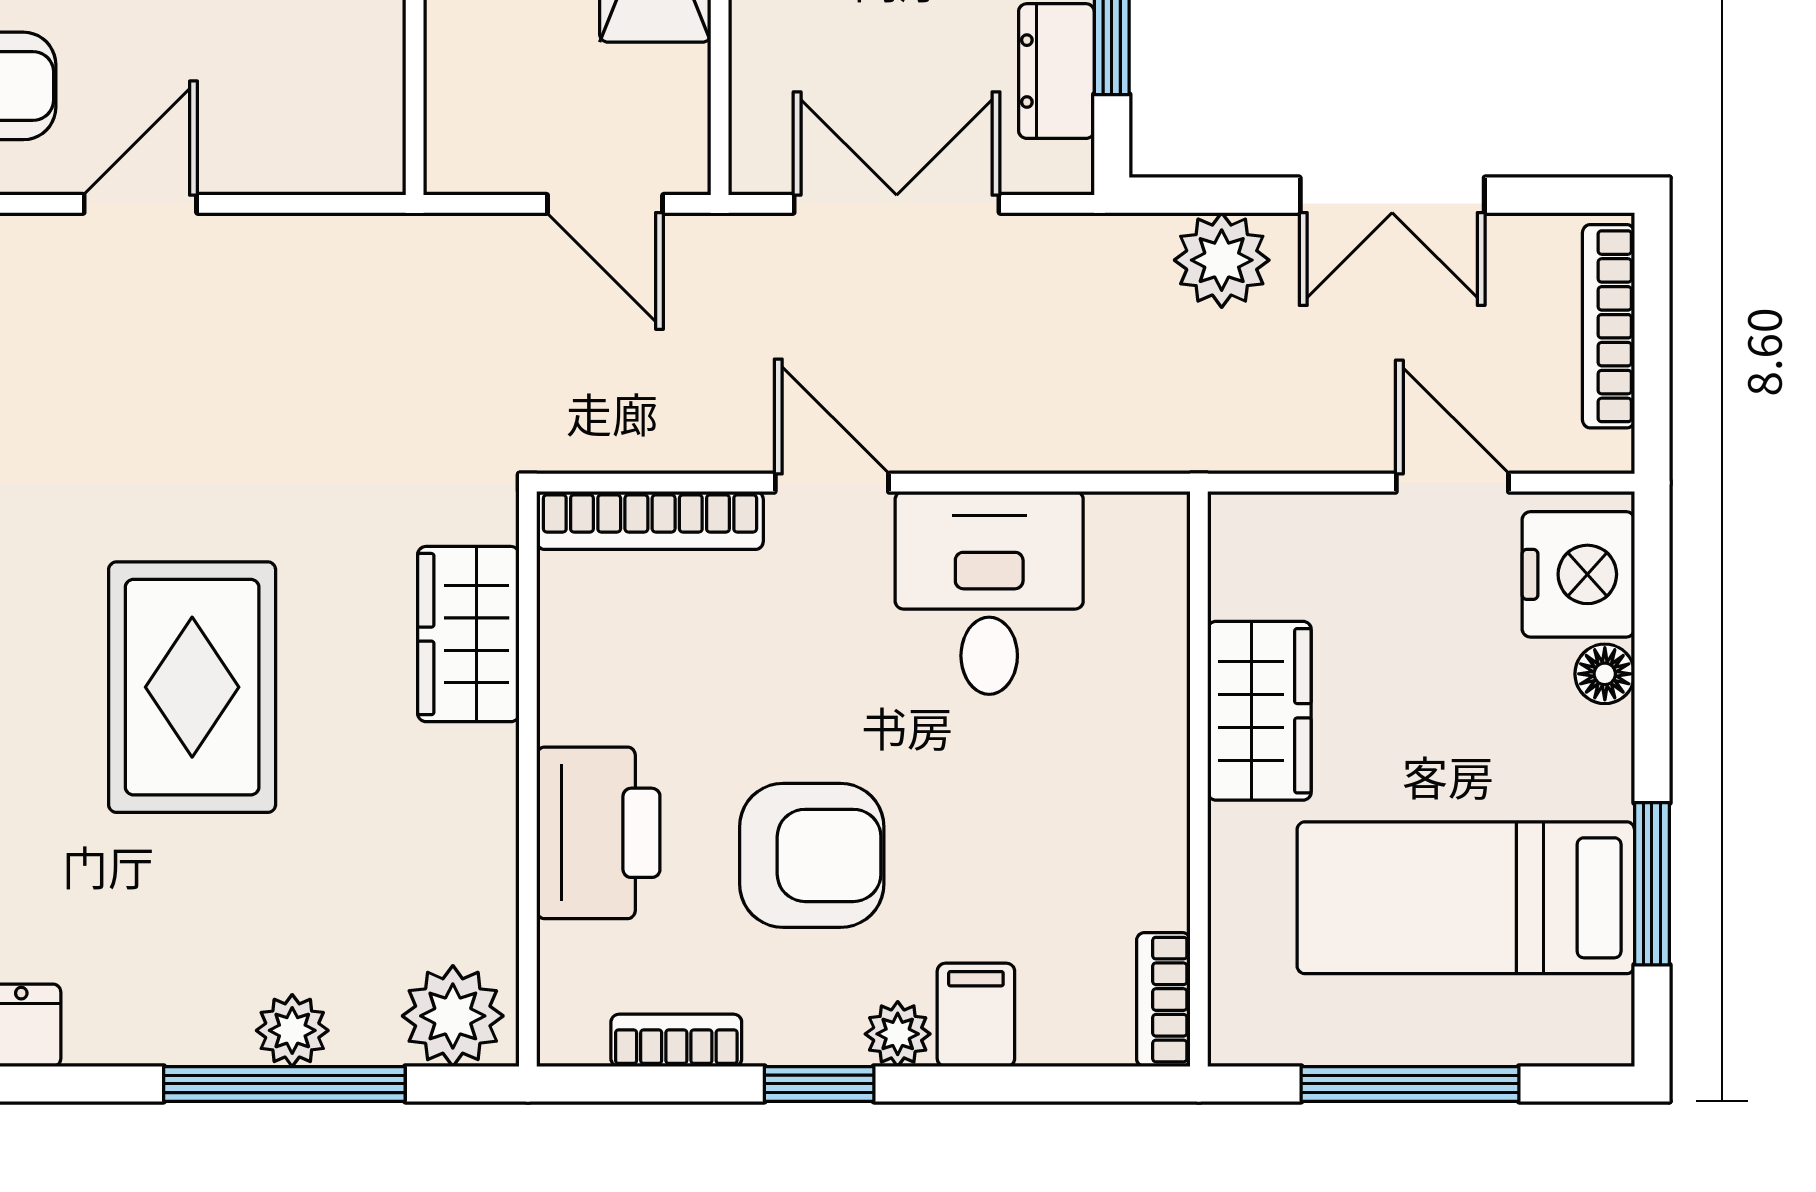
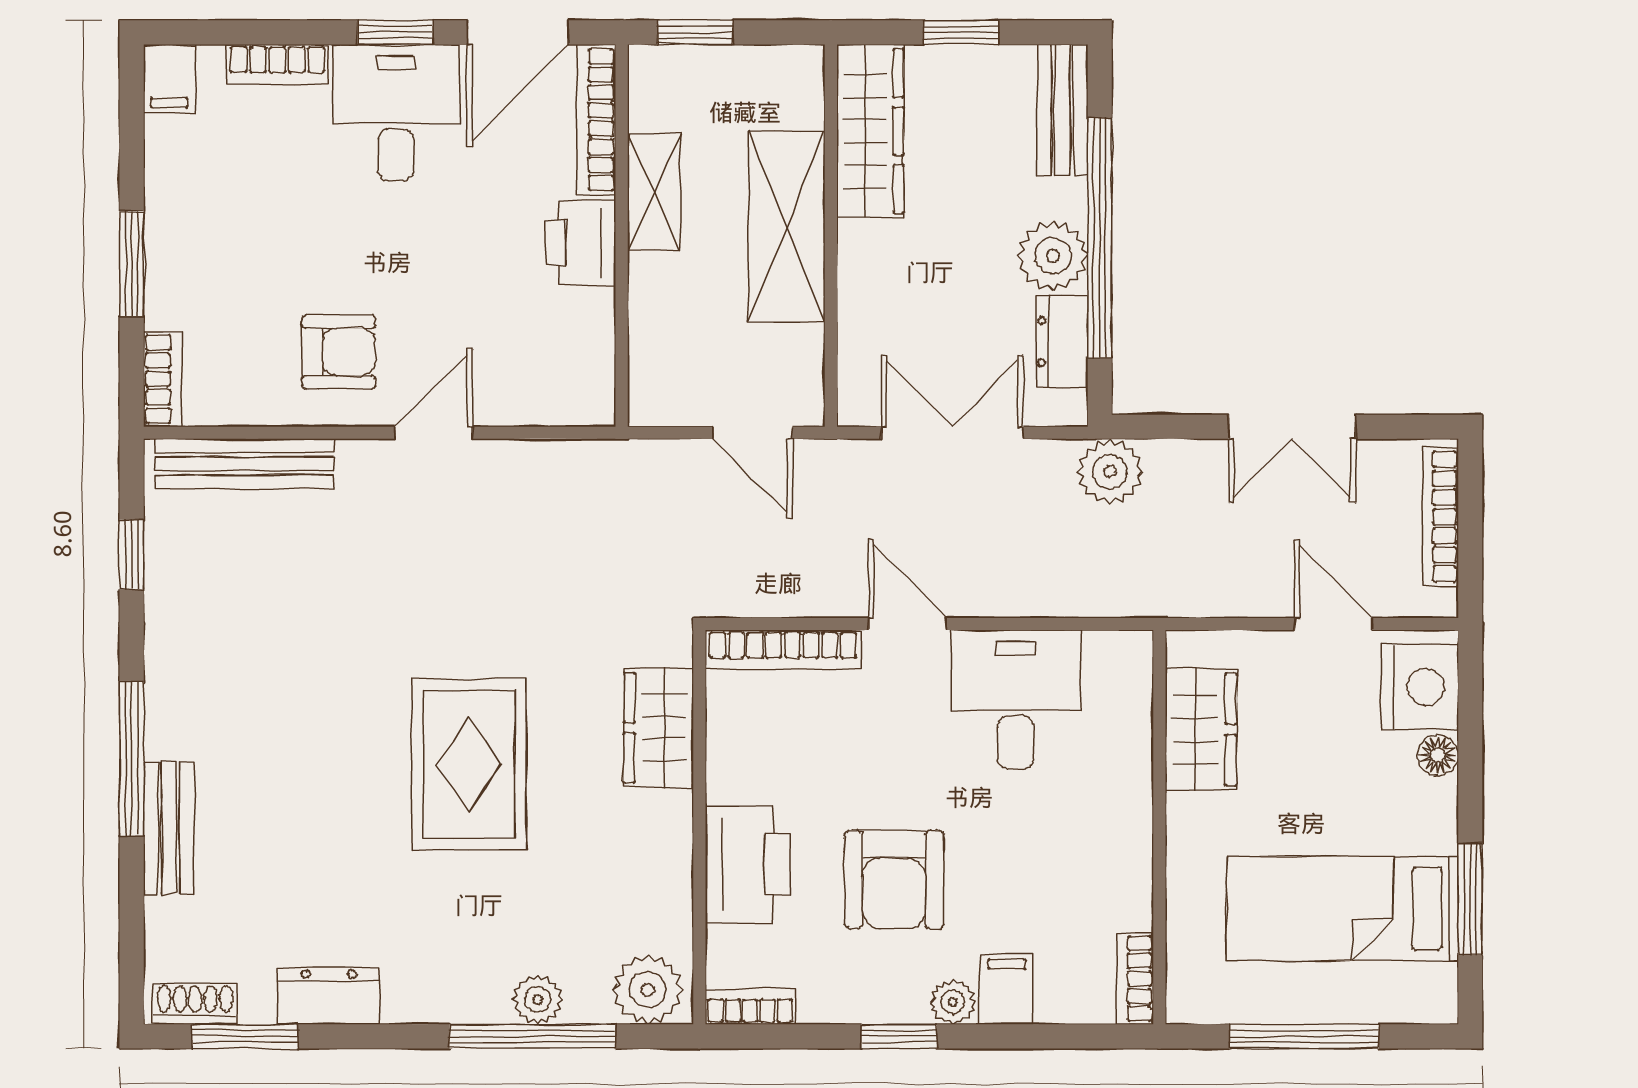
plant: (1222, 260) -> (1110, 471), moved
wardrobe: (1259, 711) -> (1201, 729), moved
armchair: (812, 855) -> (894, 880), turned 90
bookcase: (676, 1040) -> (750, 1006), moved

